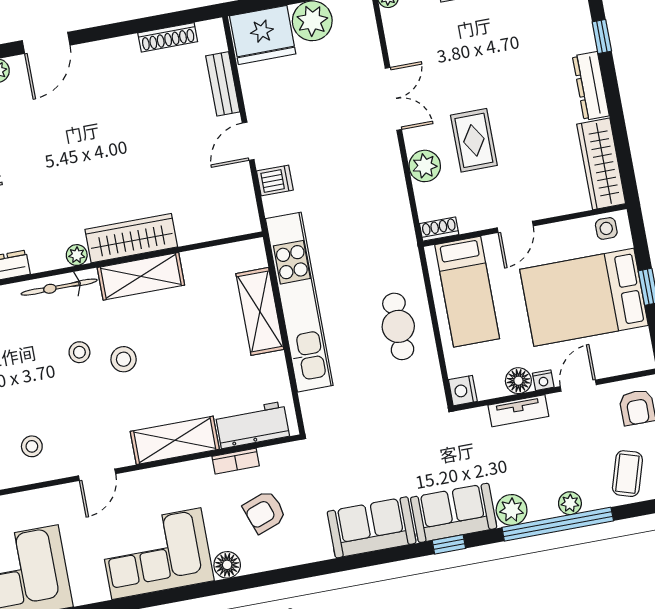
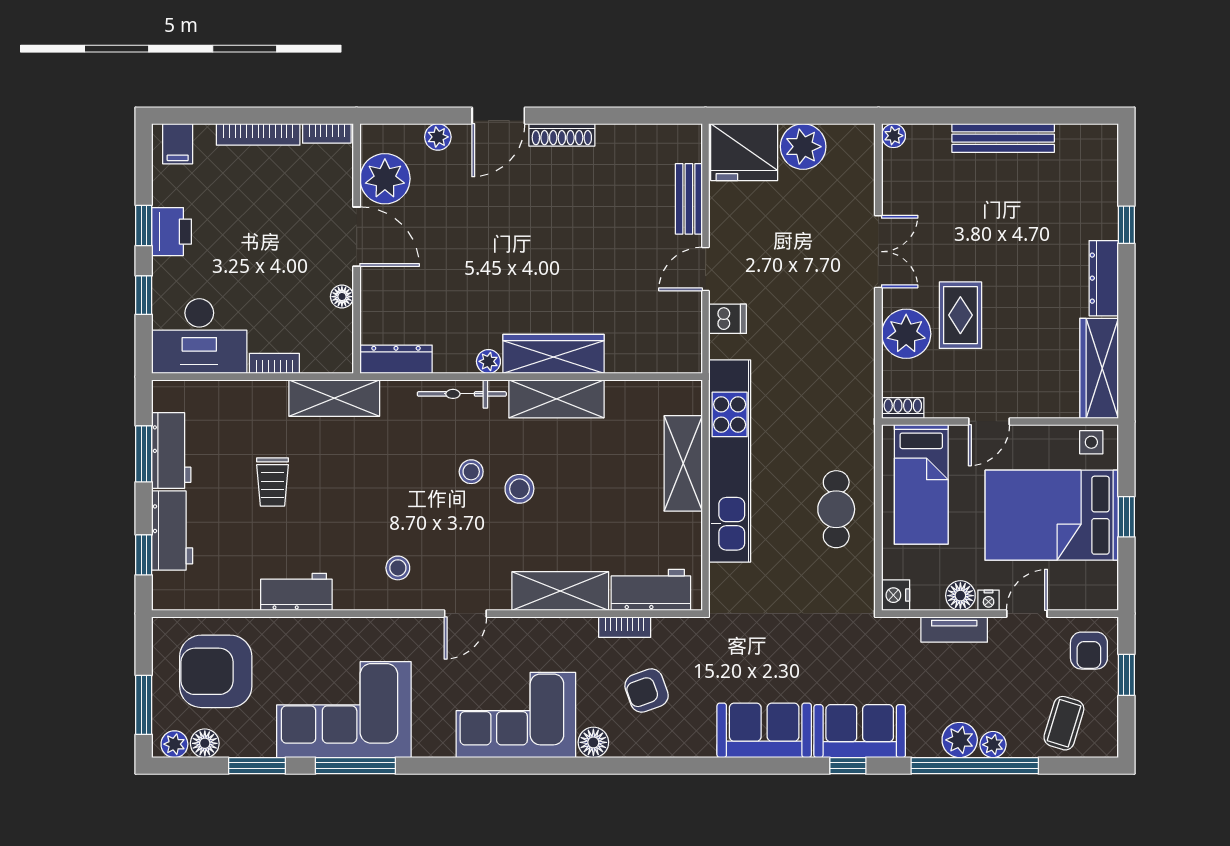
shoe rack: (168, 37) -> (562, 135), moved
plant: (425, 166) -> (906, 334), width x1.36, depth x1.36
plant: (512, 510) -> (960, 740), moved

